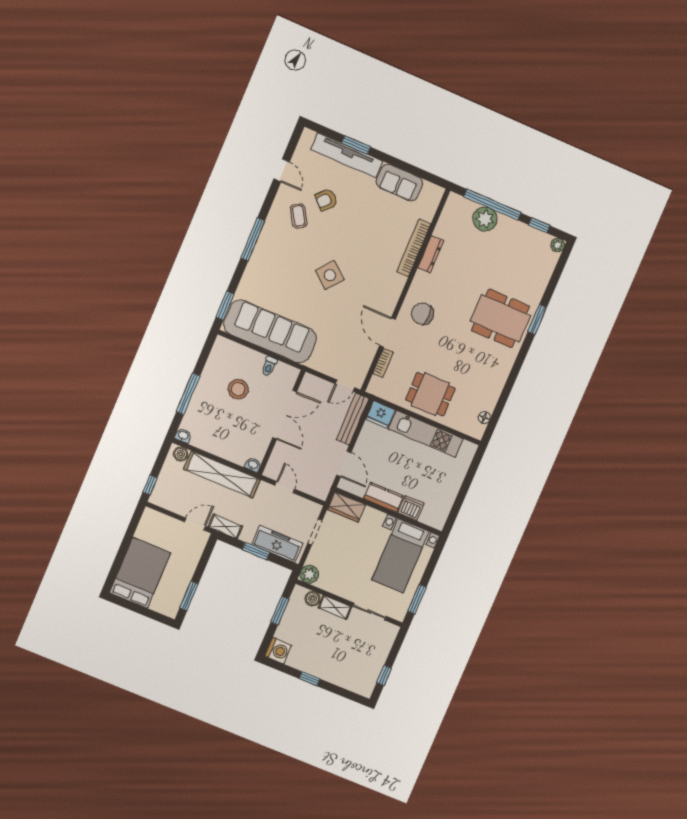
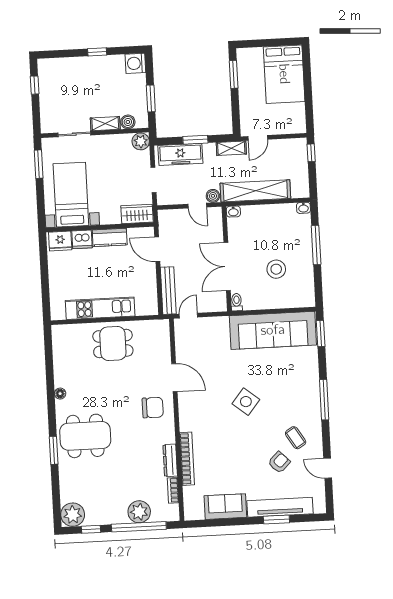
plant: (558, 245) -> (73, 515), width x1.87, depth x1.87
bookcase: (383, 363) -> (173, 490), moved
toilet: (269, 366) -> (237, 302), moved
fridge: (380, 414) -> (60, 241), moved, turned 180
floor lamp: (484, 418) -> (60, 394), moved
boiler: (181, 454) -> (213, 196), moved

